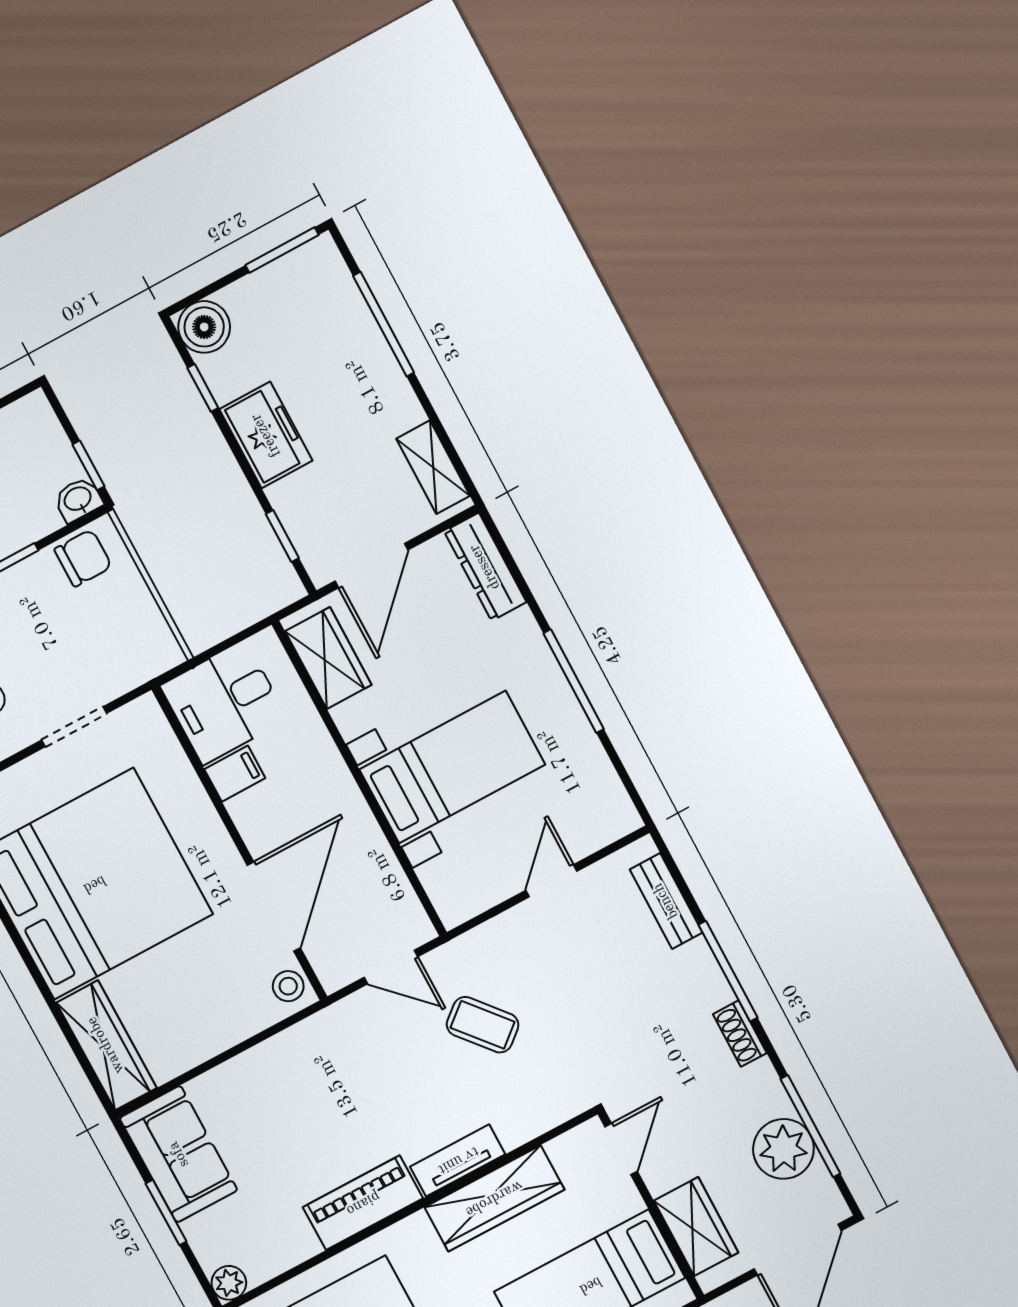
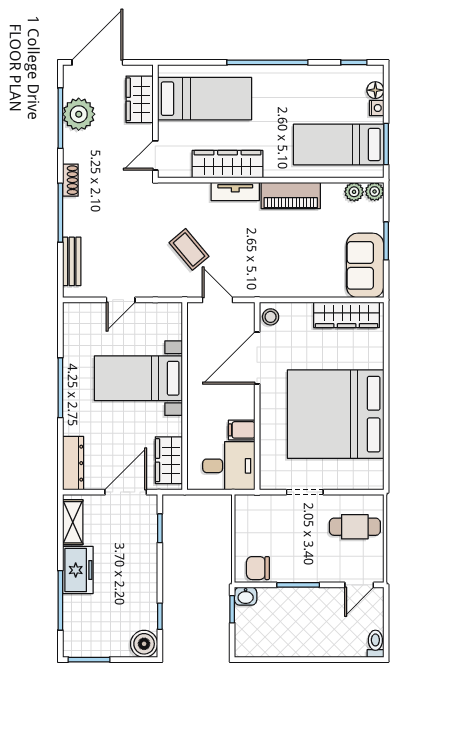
freezer: (266, 435) -> (78, 570), moved, turned 180
wardrobe: (106, 1045) -> (347, 315), moved, turned -90
plant: (262, 1264) -> (354, 192), added

